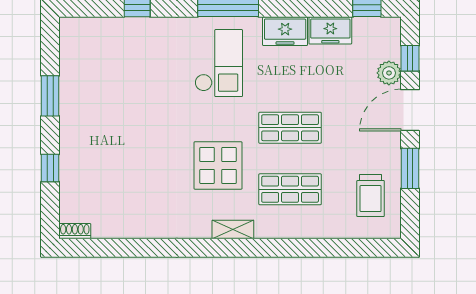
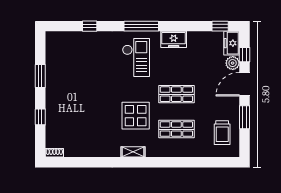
freezer: (330, 30) -> (232, 43), moved, turned 90
shelving: (233, 229) -> (133, 152), moved

